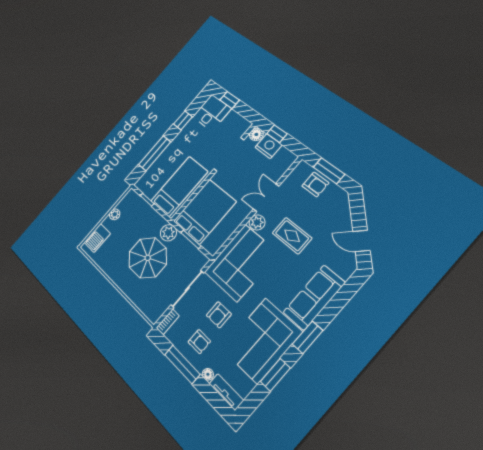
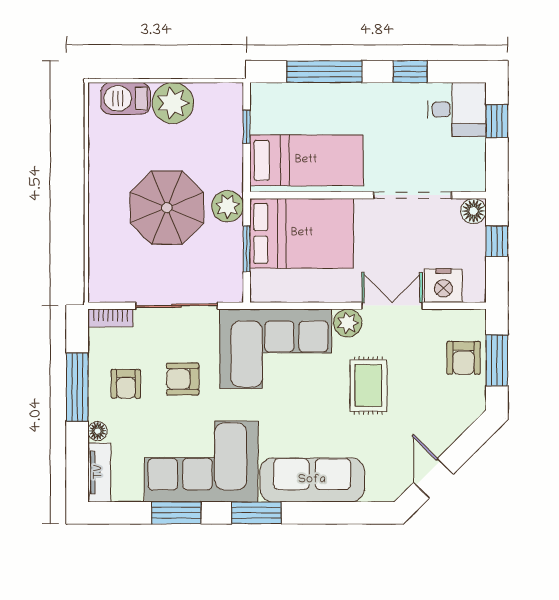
nightstand: (268, 146) -> (443, 286), moved, turned 90
plant: (115, 214) -> (173, 103), width x1.88, depth x1.88

